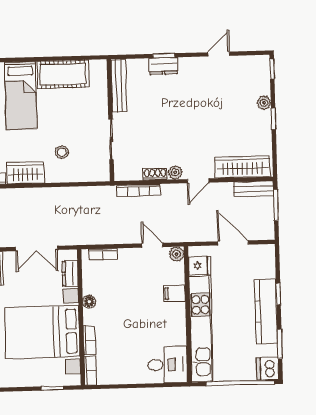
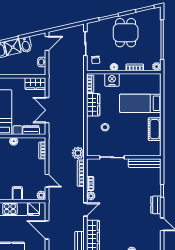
dresser: (163, 66) -> (156, 205), moved
cot: (63, 74) -> (155, 129), width x0.73, depth x0.75
door: (198, 181) -> (85, 210), swing flipped
plant: (105, 196) -> (78, 153), added
door: (233, 243) -> (47, 230), swing flipped
door: (152, 245) -> (47, 181), hinge flipped

